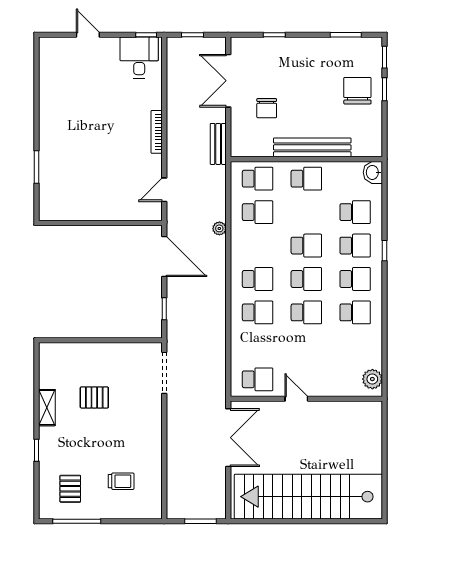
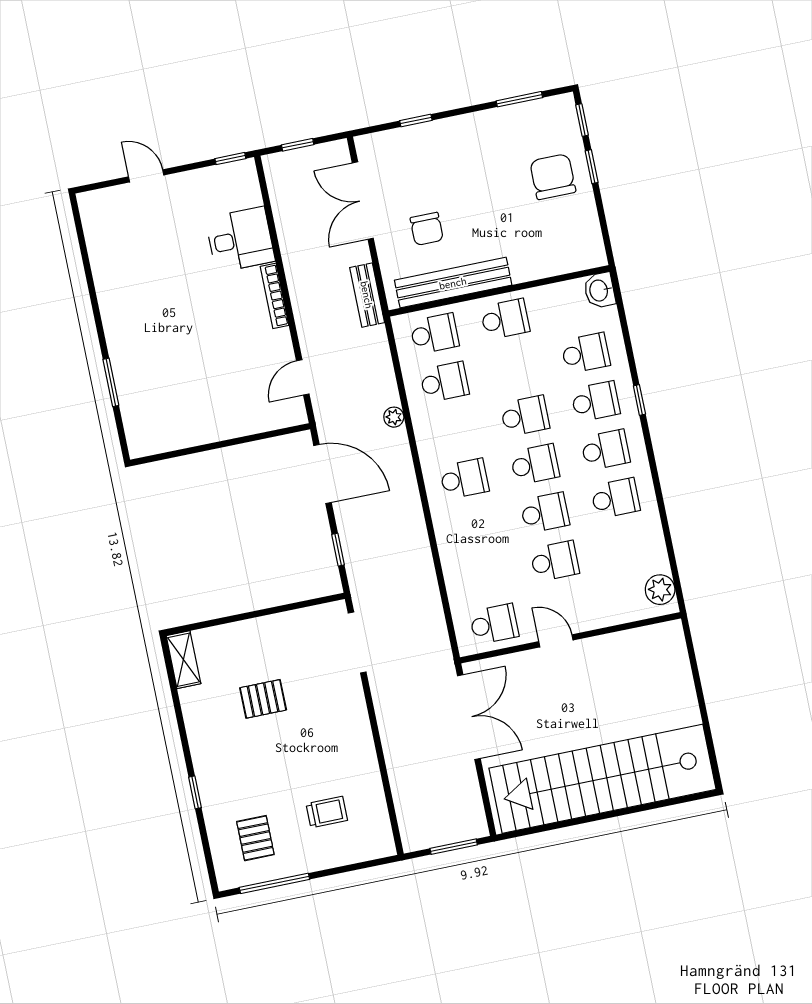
desk: (139, 58) -> (240, 240), moved, turned 90
bench: (312, 147) -> (453, 283), moved
school desk: (258, 312) -> (555, 561), moved
shelving: (47, 408) -> (183, 660), moved

